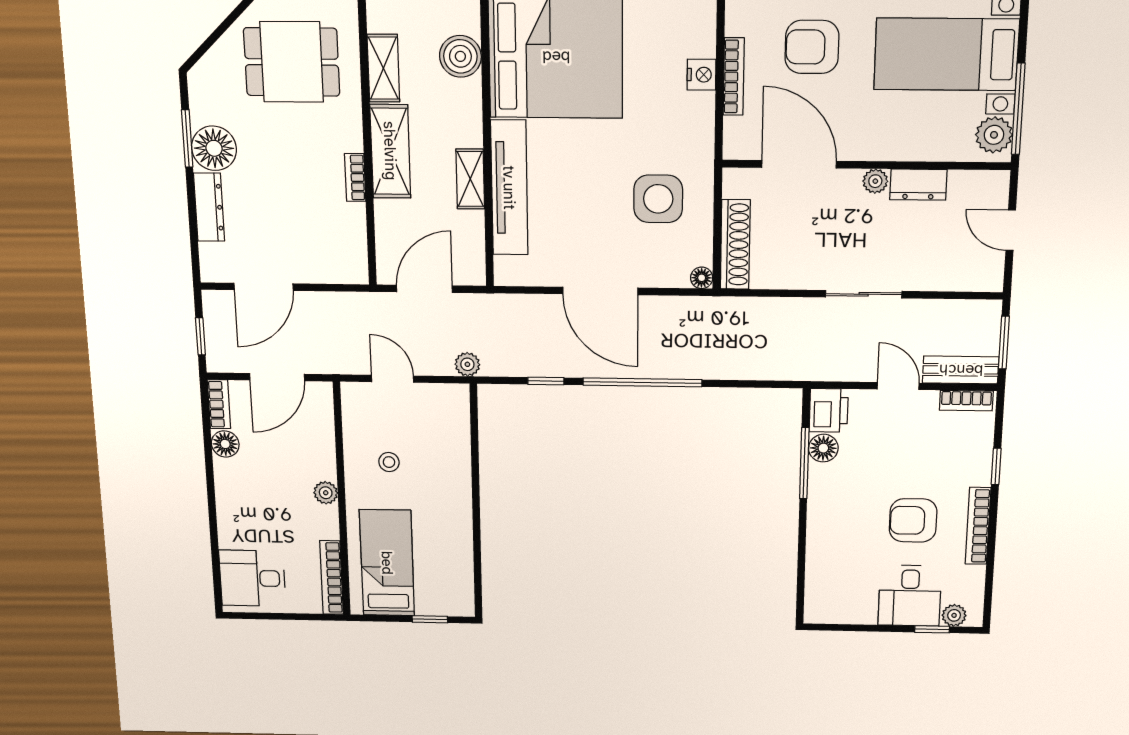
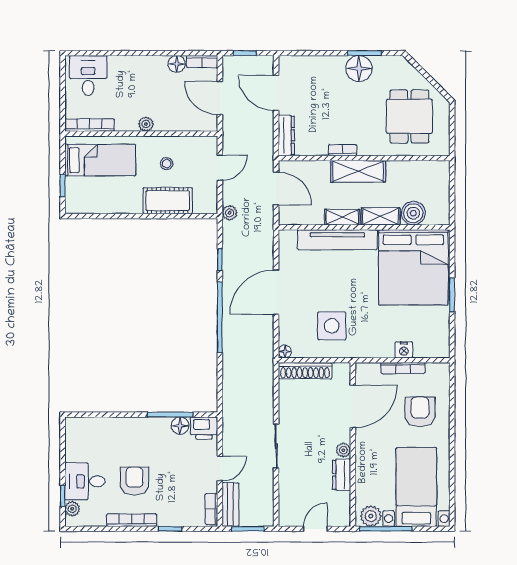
shelving: (383, 68) -> (381, 216), moved
dresser: (209, 207) -> (286, 135), moved, turned -90
cot: (450, 461) -> (168, 201), added

